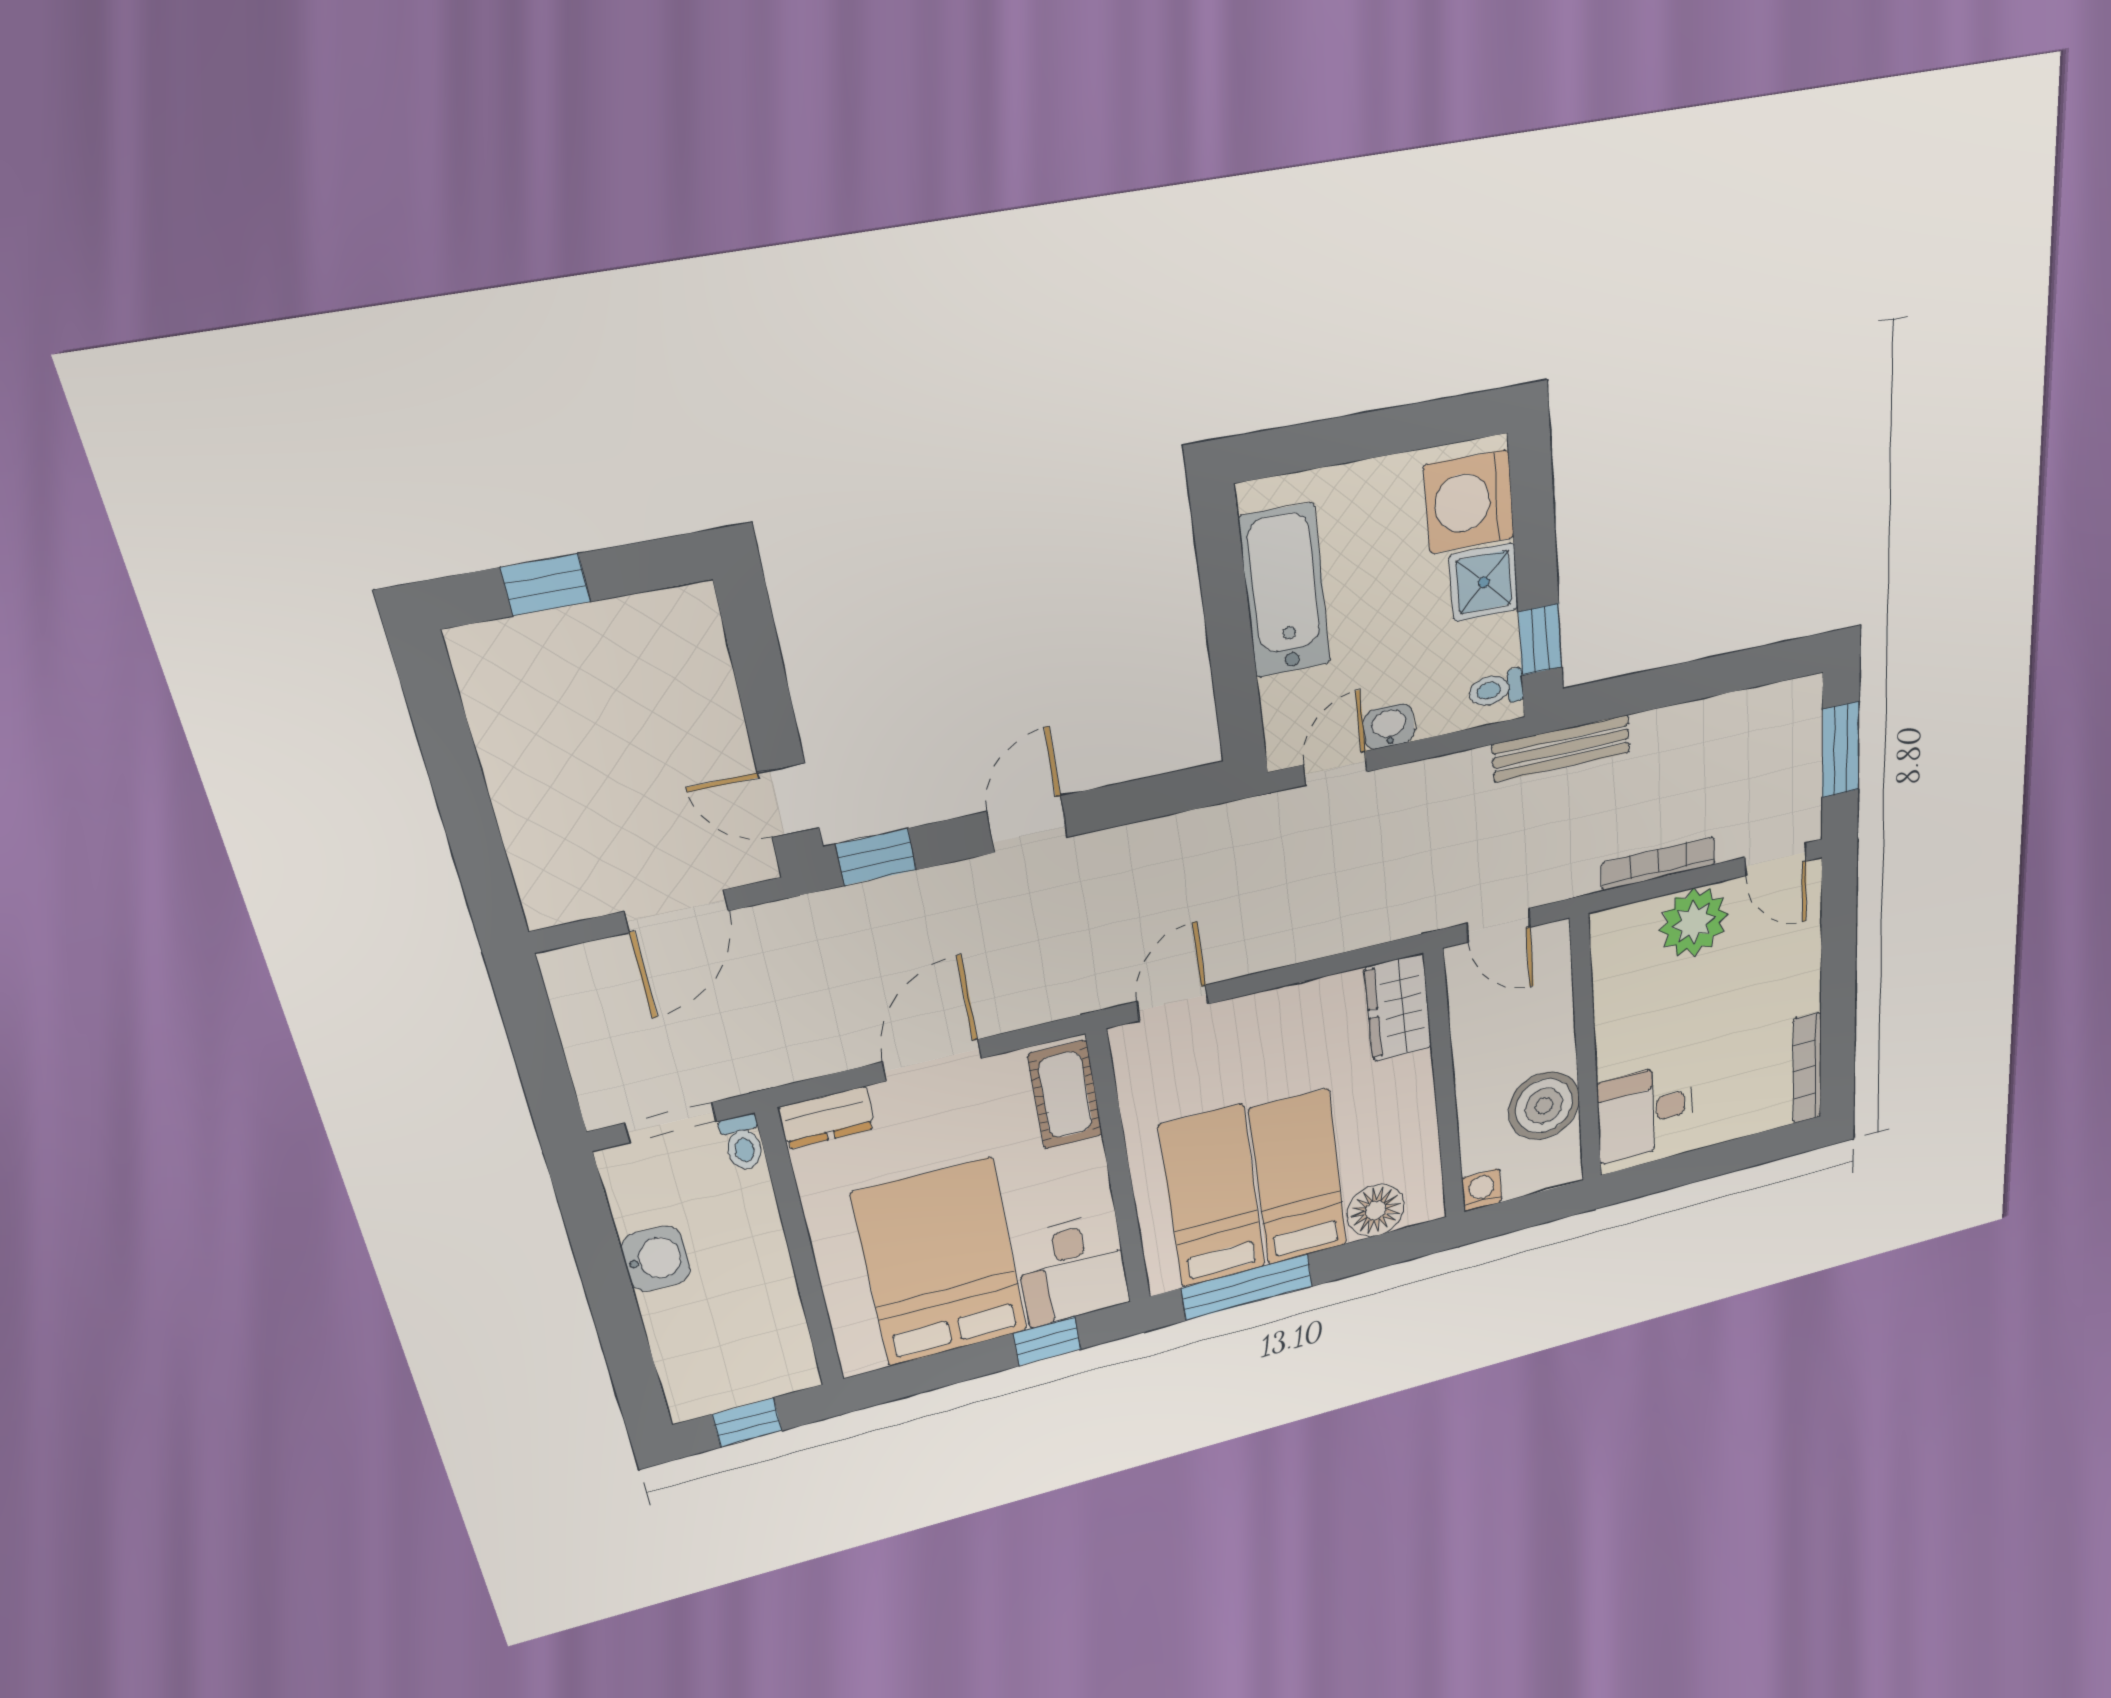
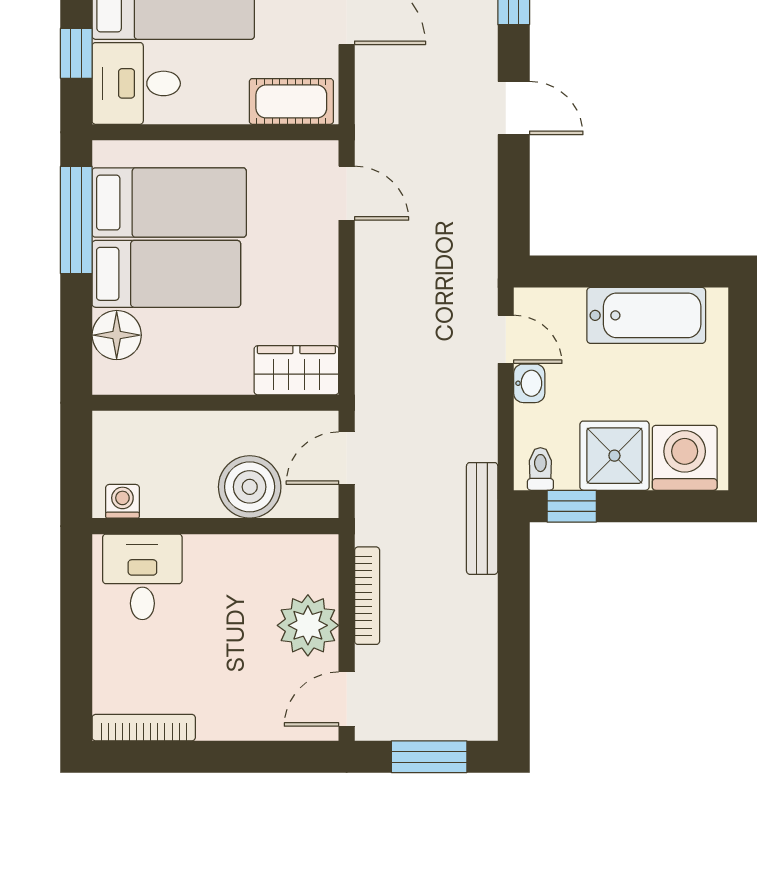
shower: (1484, 582) -> (614, 456), width x1.36, depth x1.36
boiler: (1544, 1106) -> (250, 487), moved
washing machine: (1482, 1190) -> (122, 501), moved, turned -90

